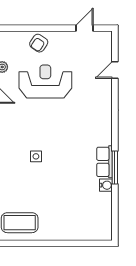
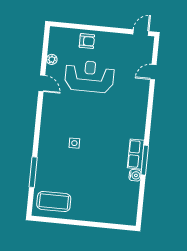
door: (85, 28) -> (141, 33), moved
armchair: (39, 43) -> (87, 41), turned -124

